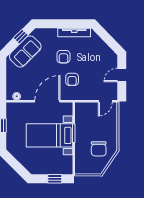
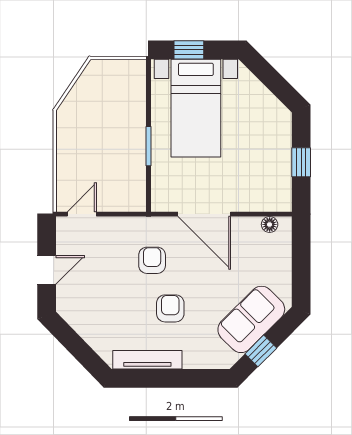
door: (47, 101) -> (204, 214), hinge flipped
bed with nightstands: (50, 135) -> (196, 108), moved, turned 90
chair: (99, 149) -> (95, 113), removed

